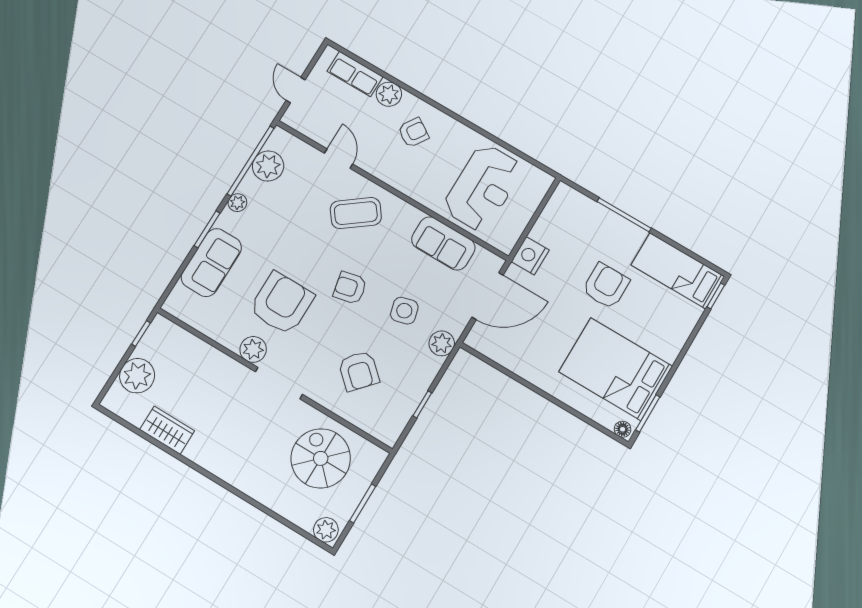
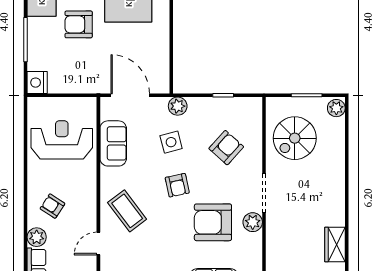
nightstand: (530, 256) -> (37, 83), moved, turned 90

